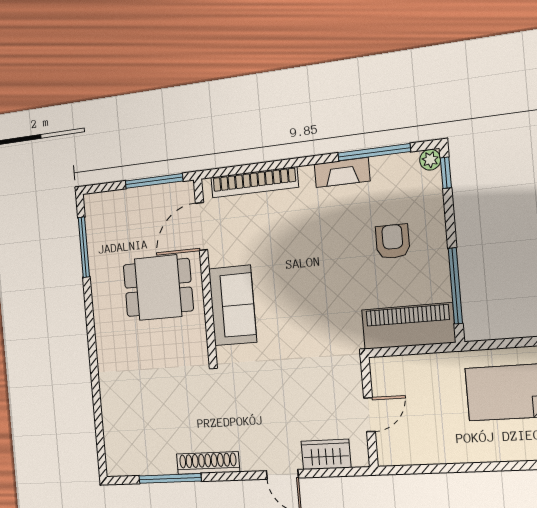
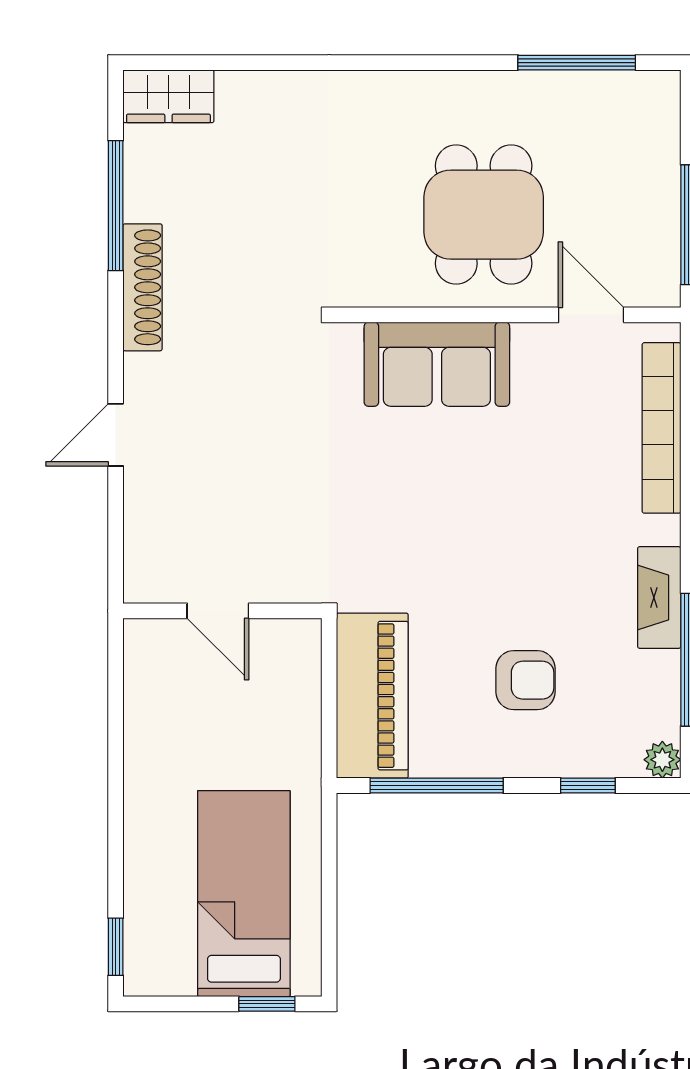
window: (446, 173) -> (588, 785), moved
door: (202, 226) -> (591, 315), width x0.73
wardrobe: (326, 454) -> (168, 96), moved, turned 90

